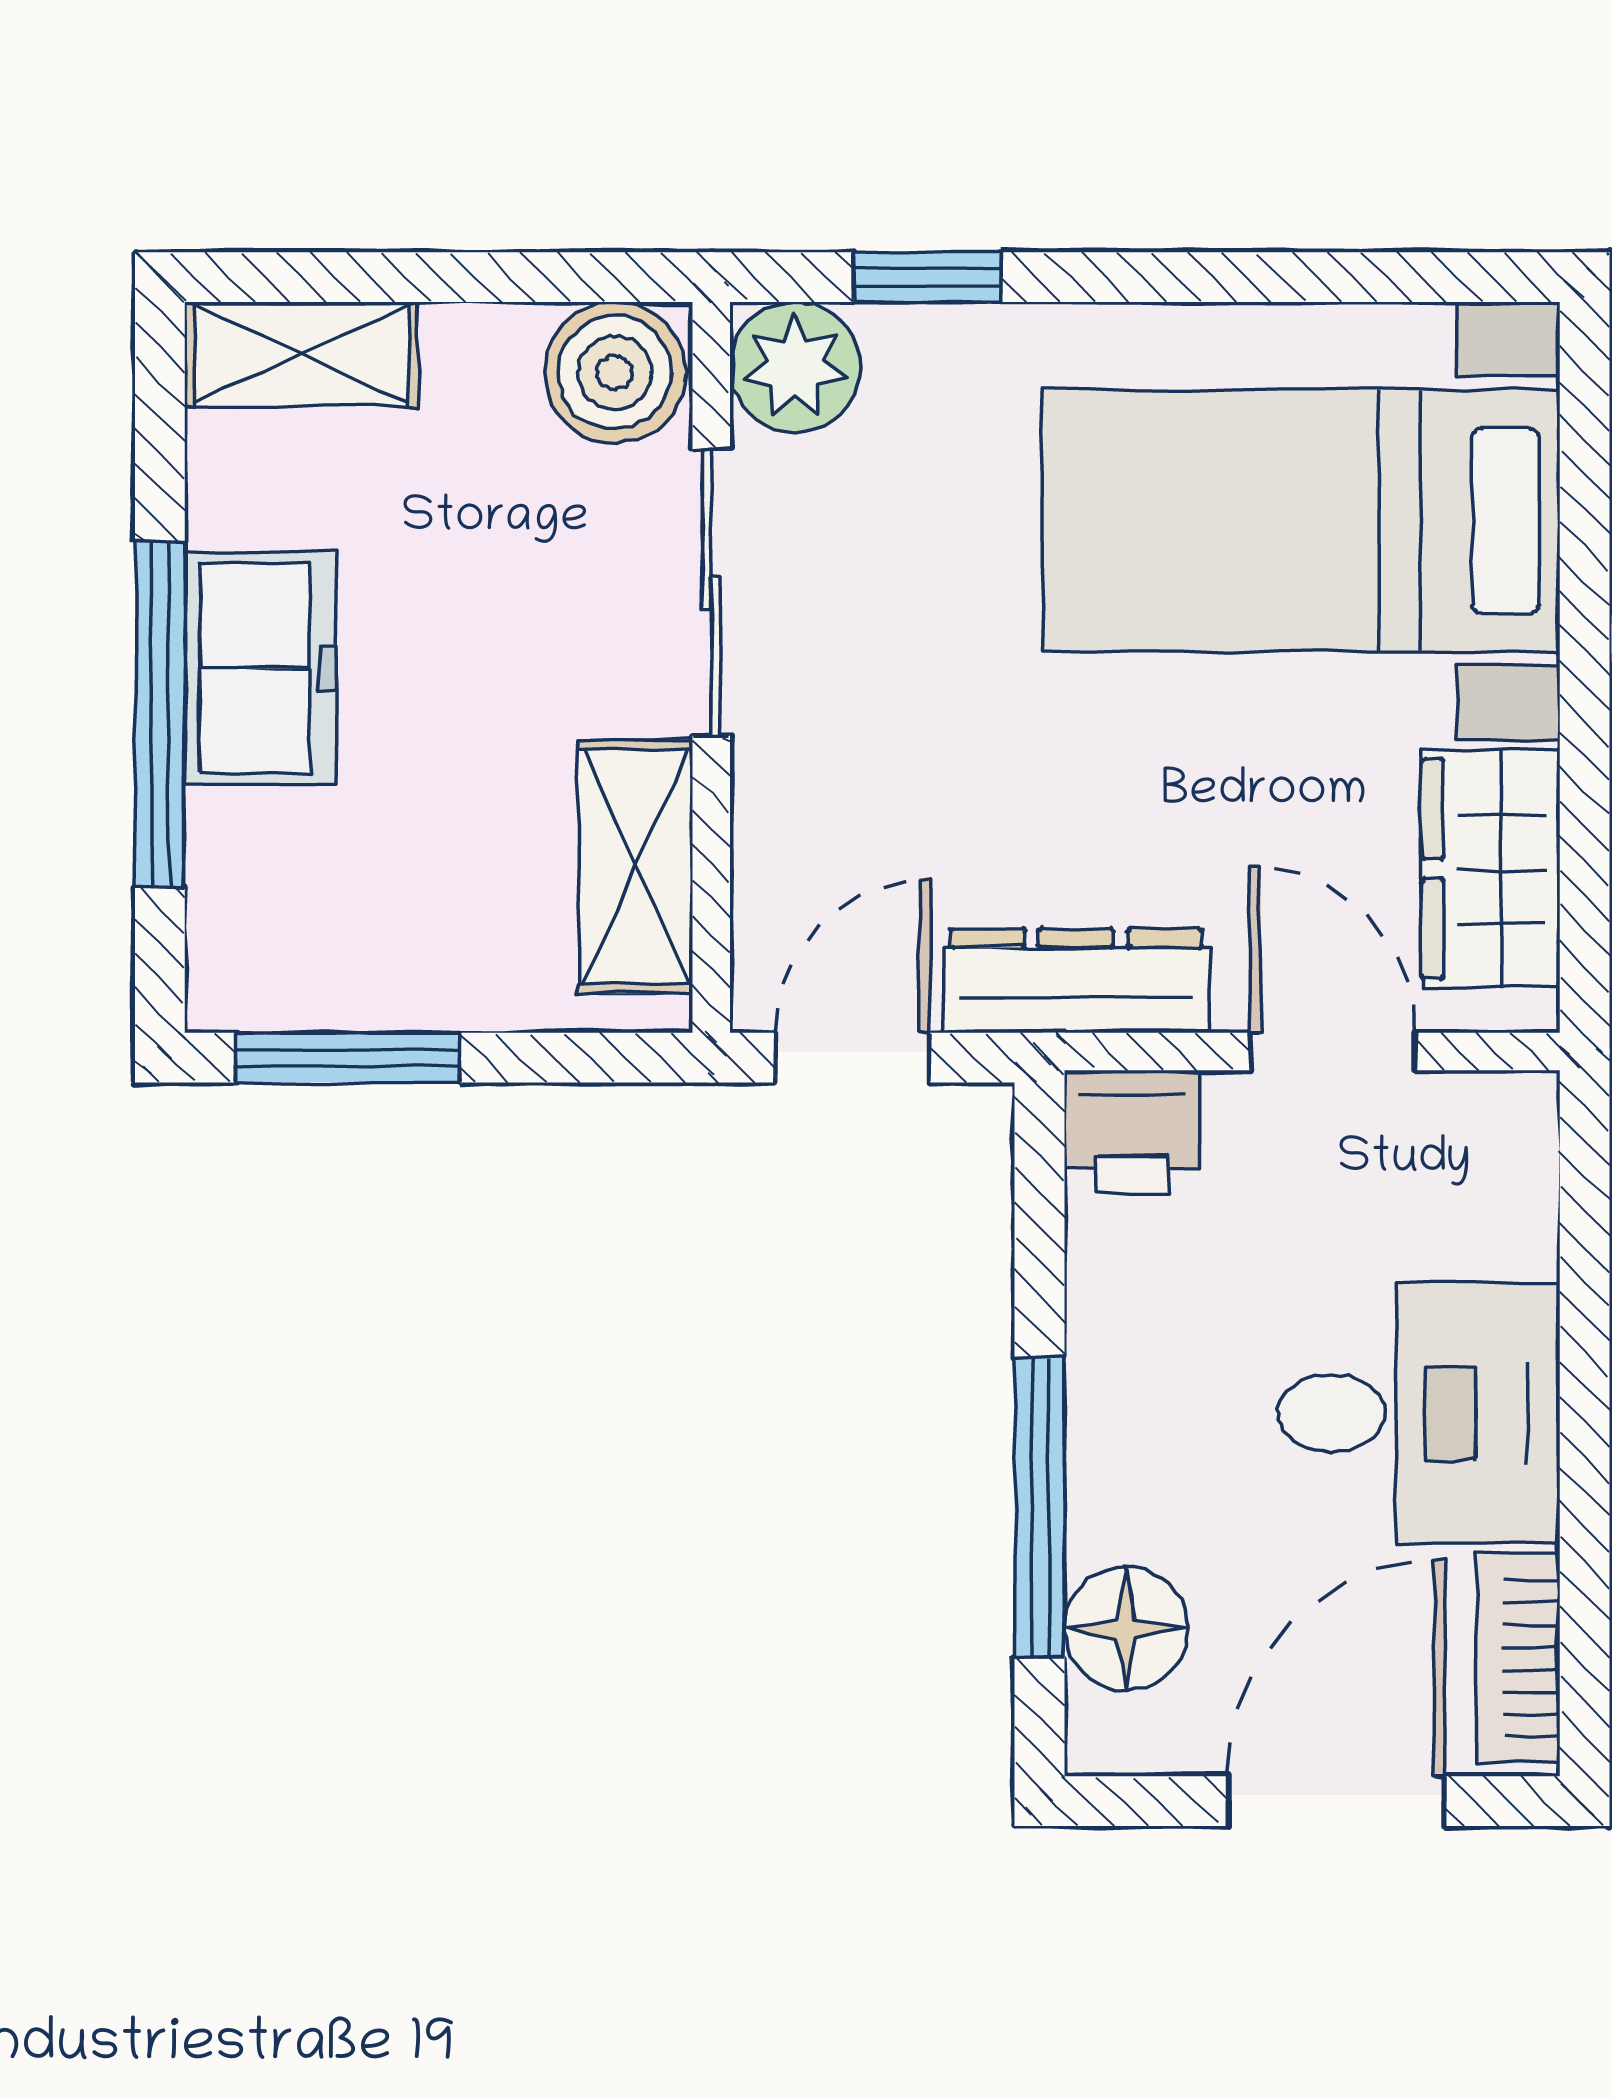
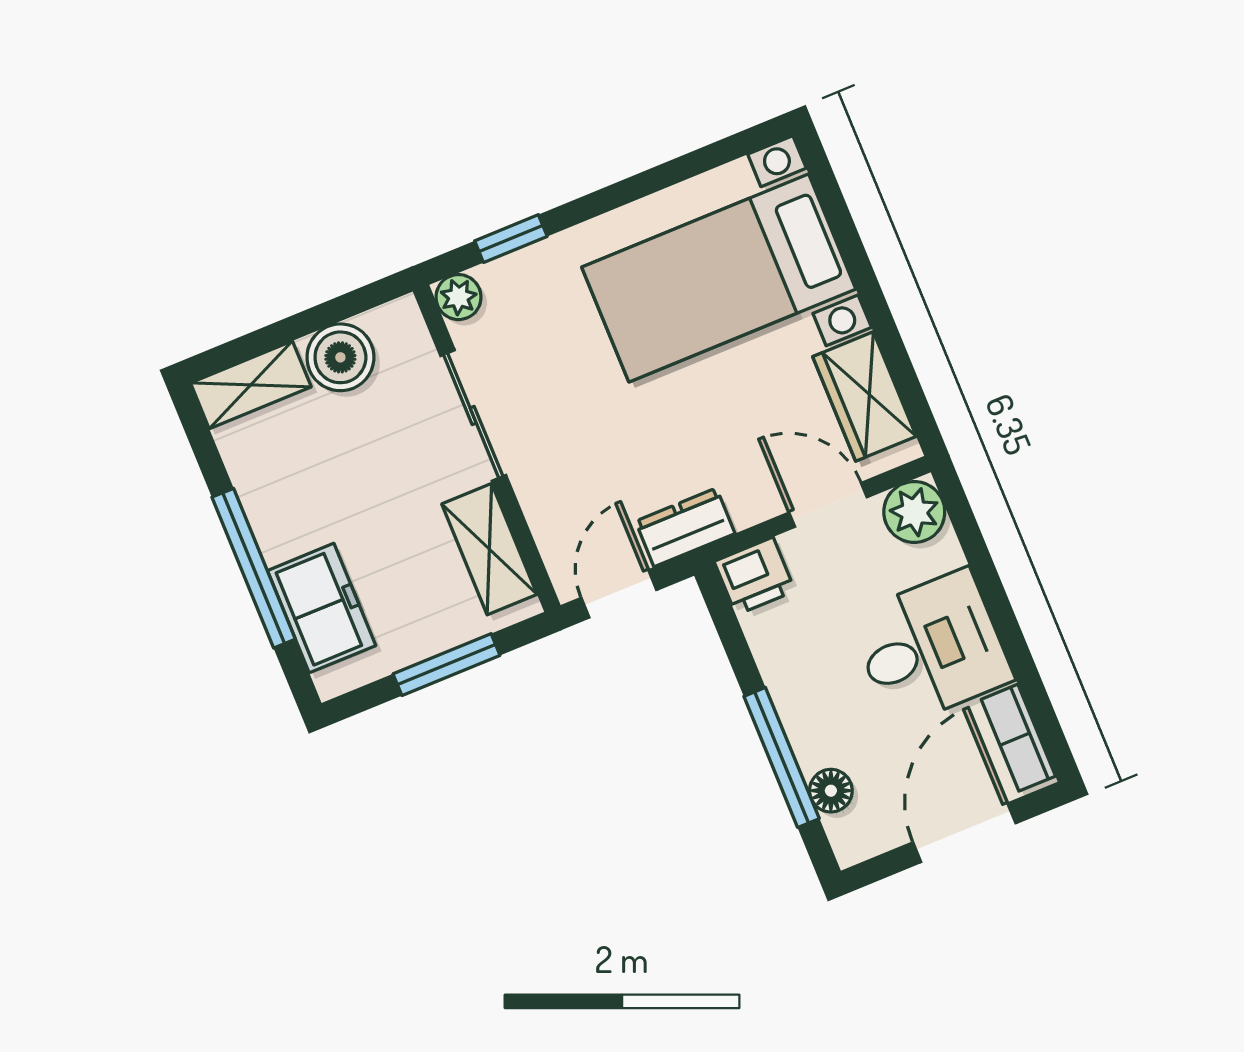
plant: (795, 367) -> (459, 297), width x0.73, depth x0.73
boiler: (615, 373) -> (340, 357), moved
freezer: (261, 668) -> (322, 608), moved
dresser: (1076, 981) -> (685, 527), width x0.70
window: (347, 1058) -> (447, 665), moved
plant: (1496, 1134) -> (914, 512), added
floor lamp: (1126, 1629) -> (831, 791), width x0.73, depth x0.73

